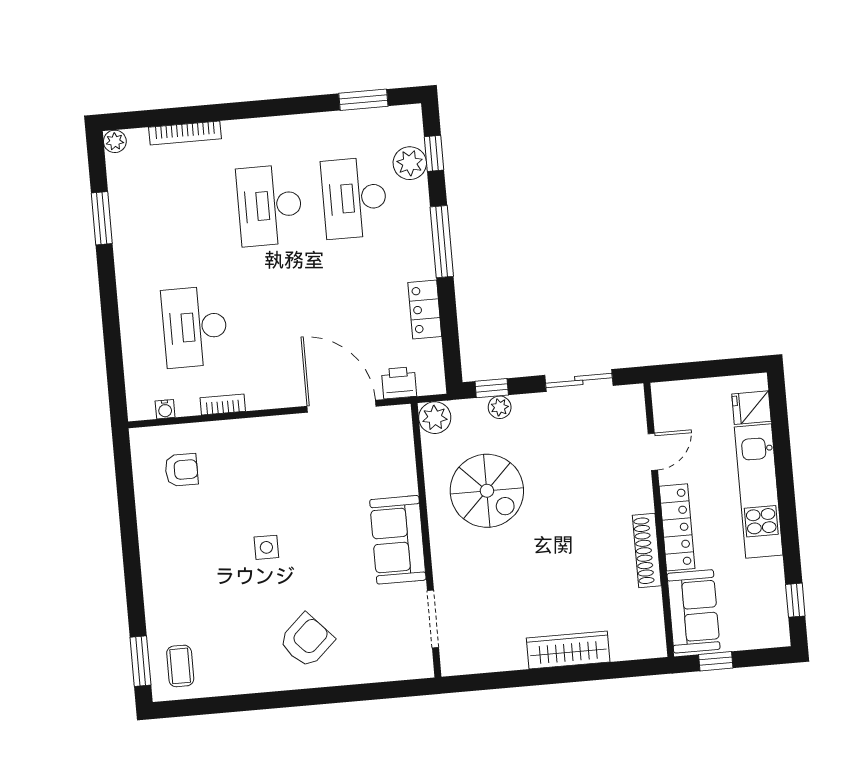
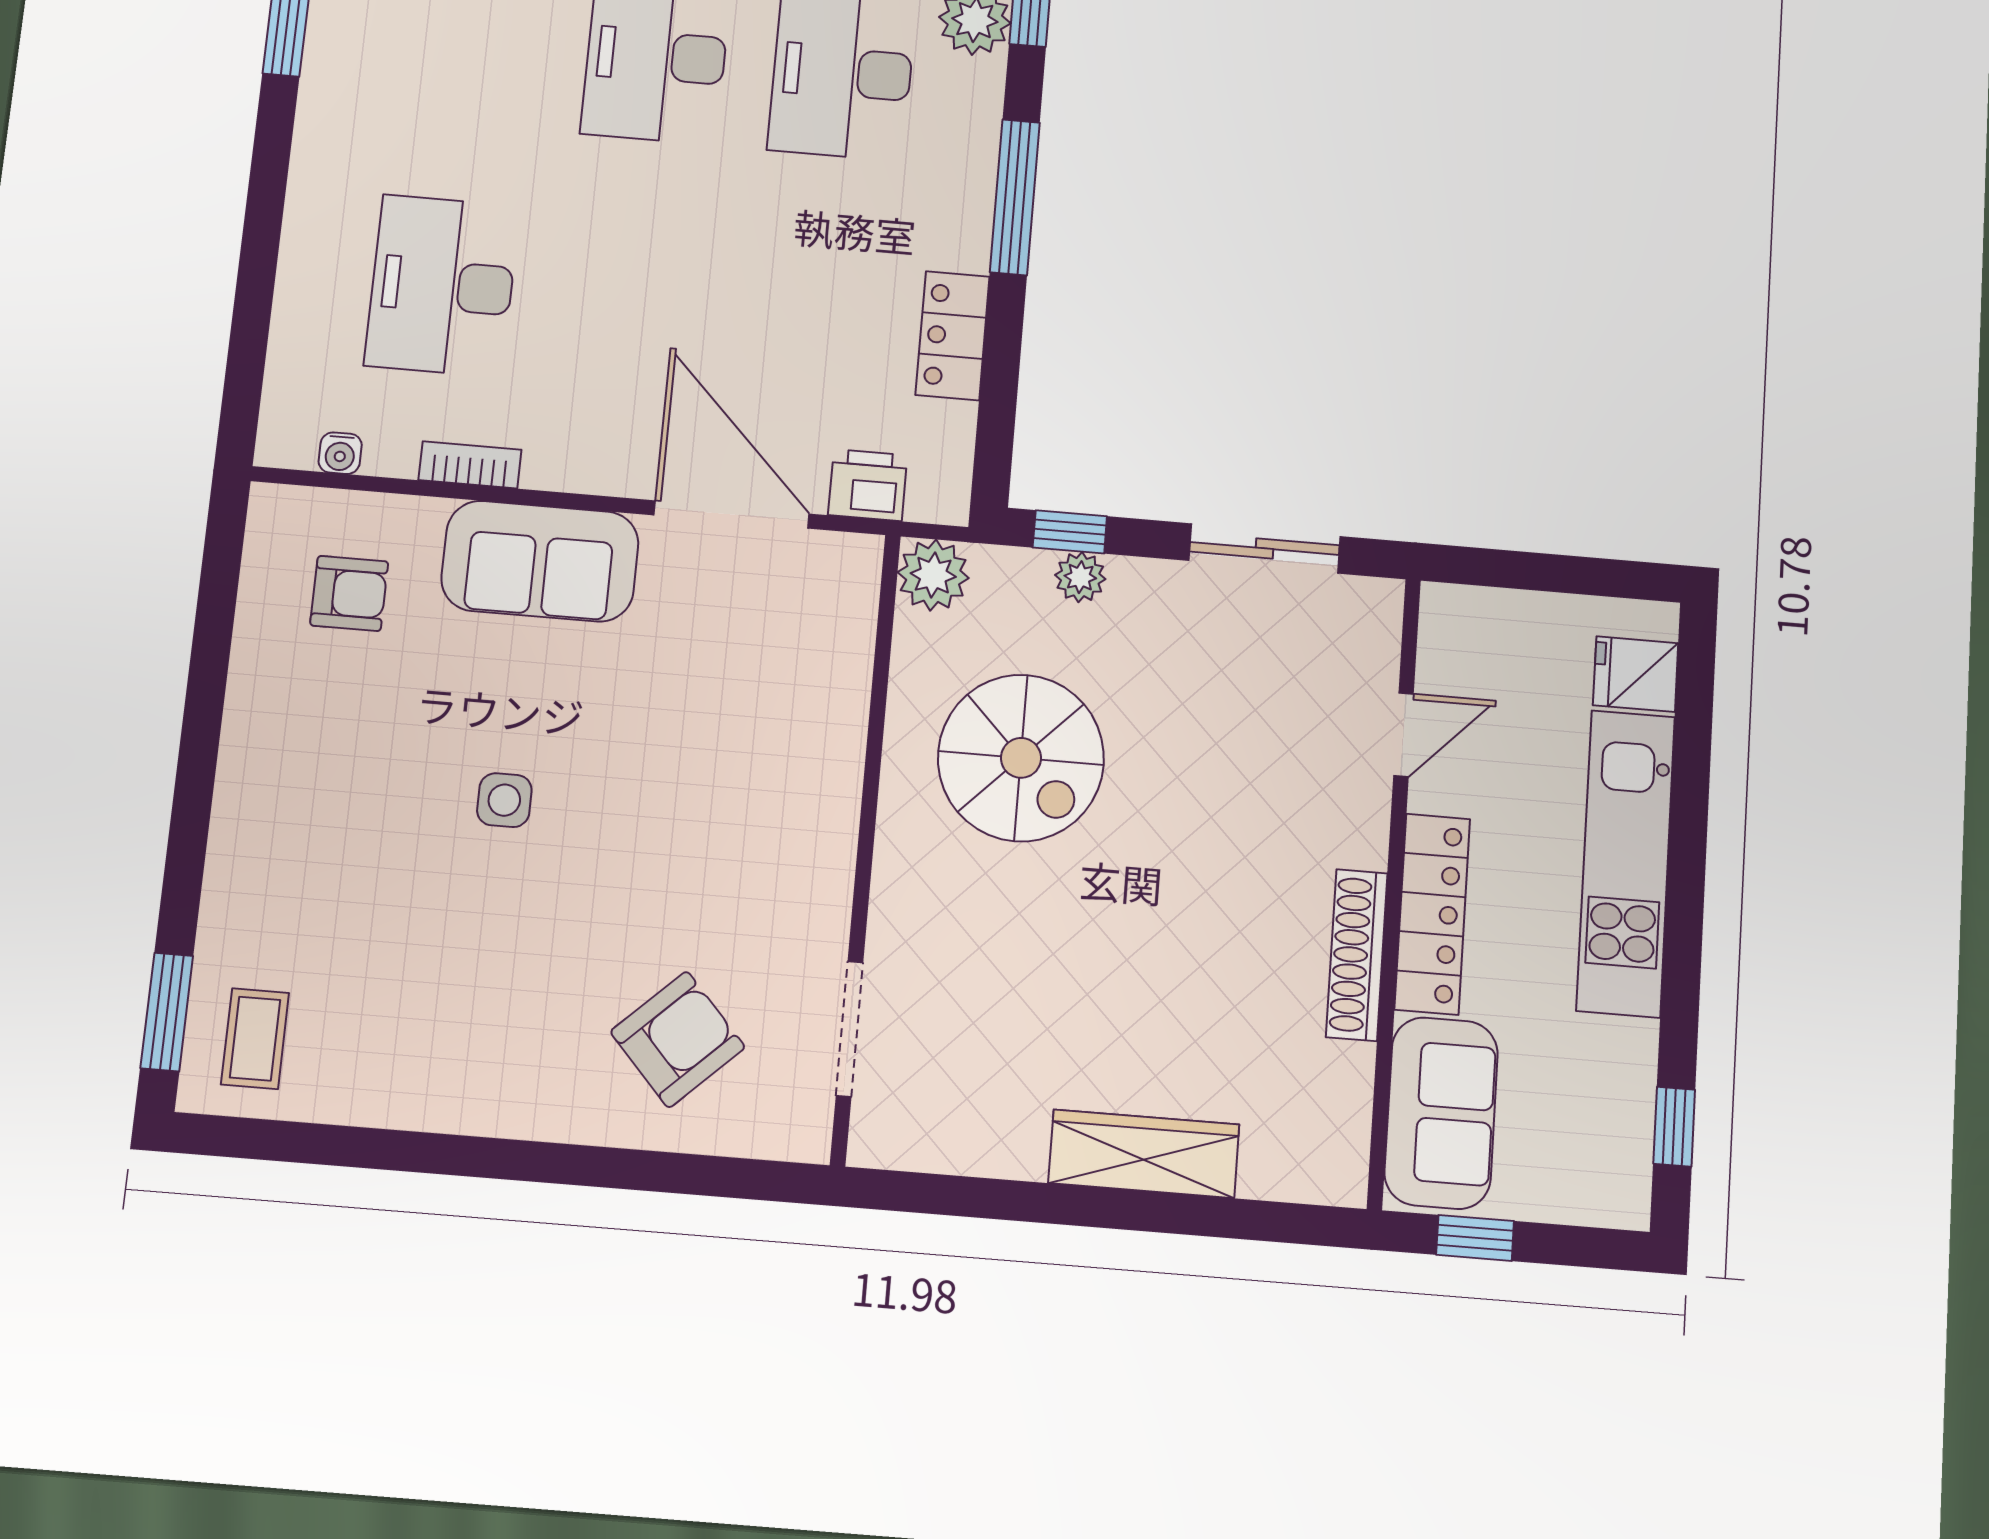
sofa: (398, 540) -> (540, 561), moved, turned -90
armchair: (307, 640) -> (678, 1039), moved

